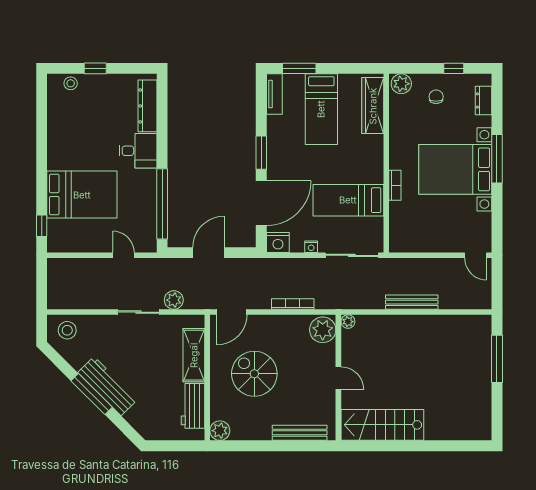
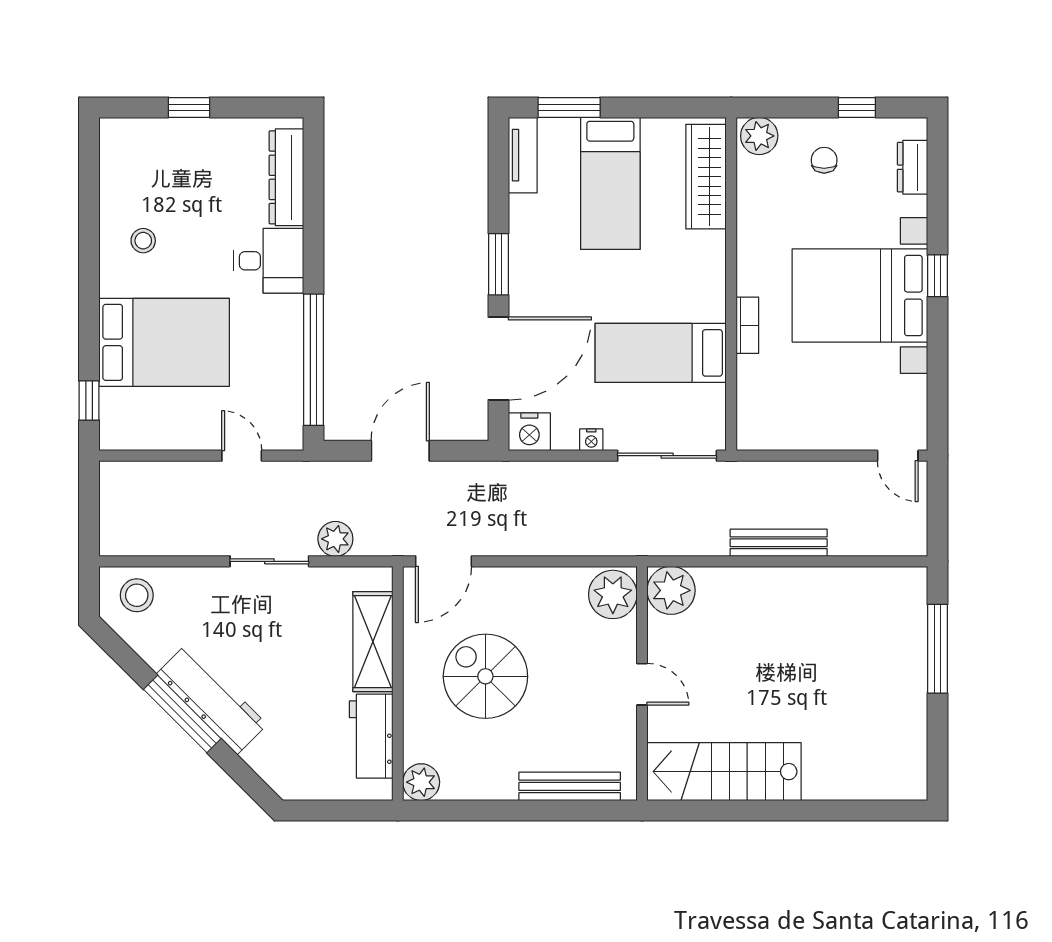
stool: (71, 83) -> (143, 241), moved
window: (497, 159) -> (937, 276), width x0.46
bookcase: (293, 304) -> (557, 546), removed
plant: (348, 322) -> (671, 590), width x1.87, depth x1.87

